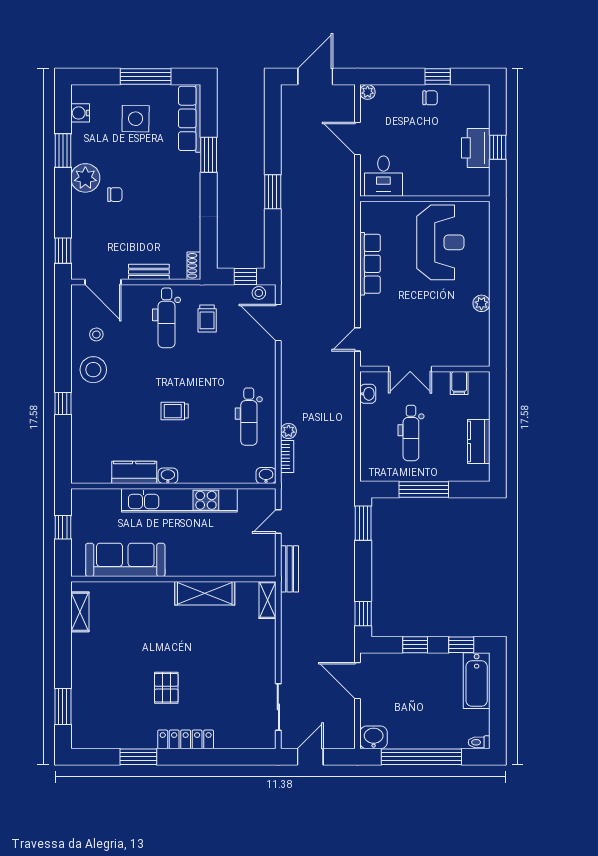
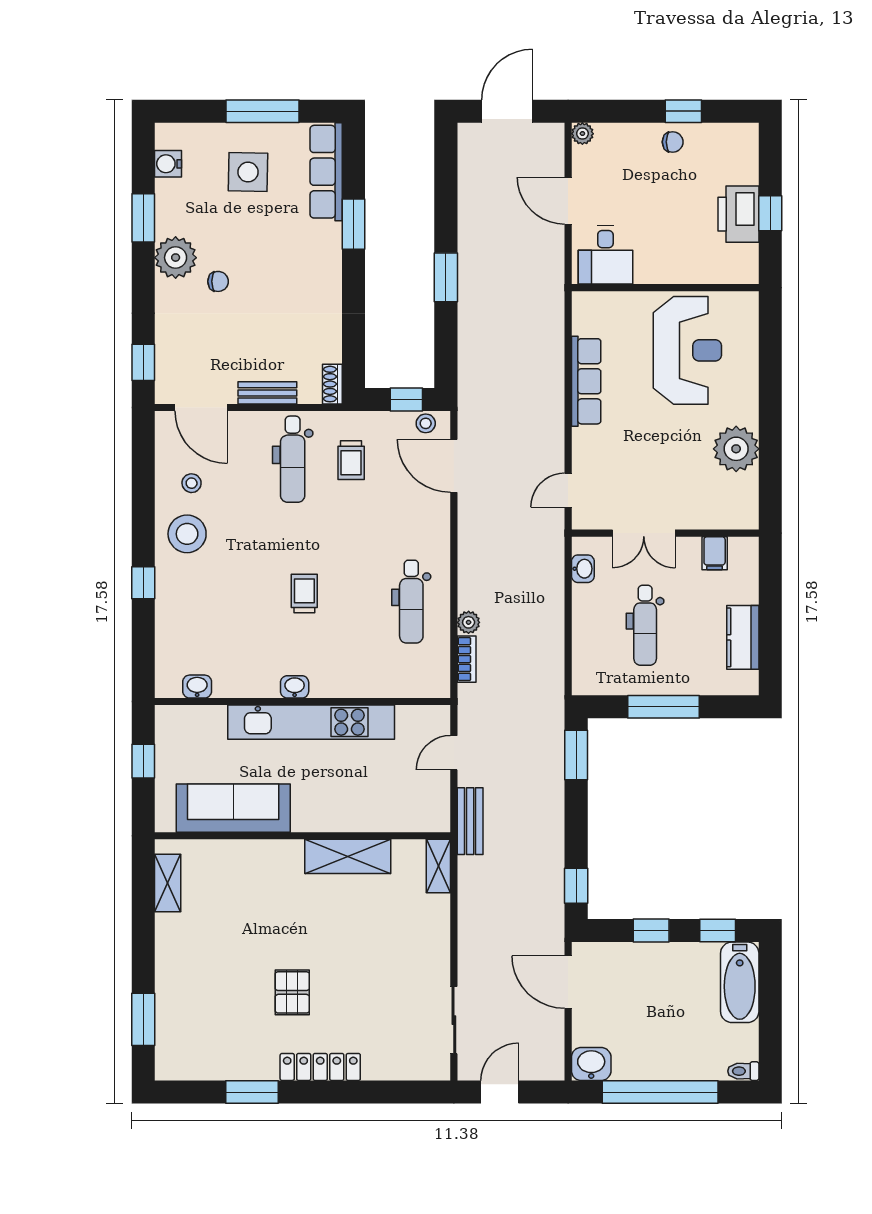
plant: (481, 303) -> (736, 449), width x1.87, depth x1.87
trolley: (175, 411) -> (304, 594), turned 90
kitchen counter: (134, 472) -> (246, 682), removed
washbasin: (266, 476) -> (197, 687), moved

